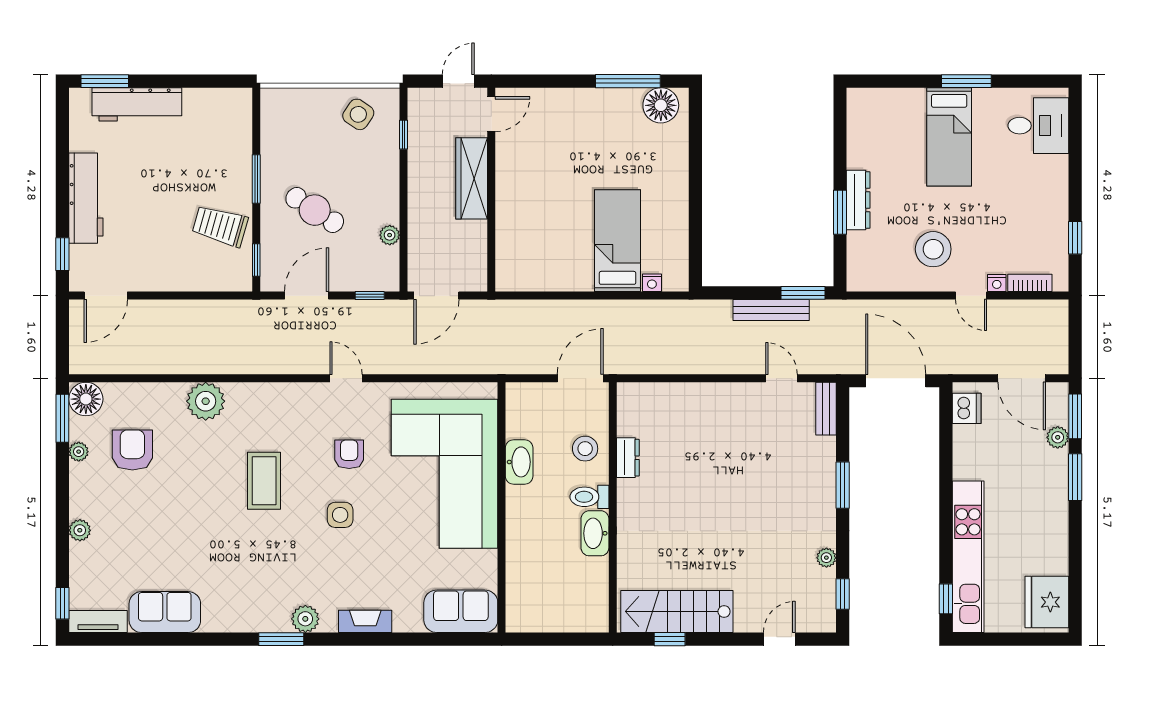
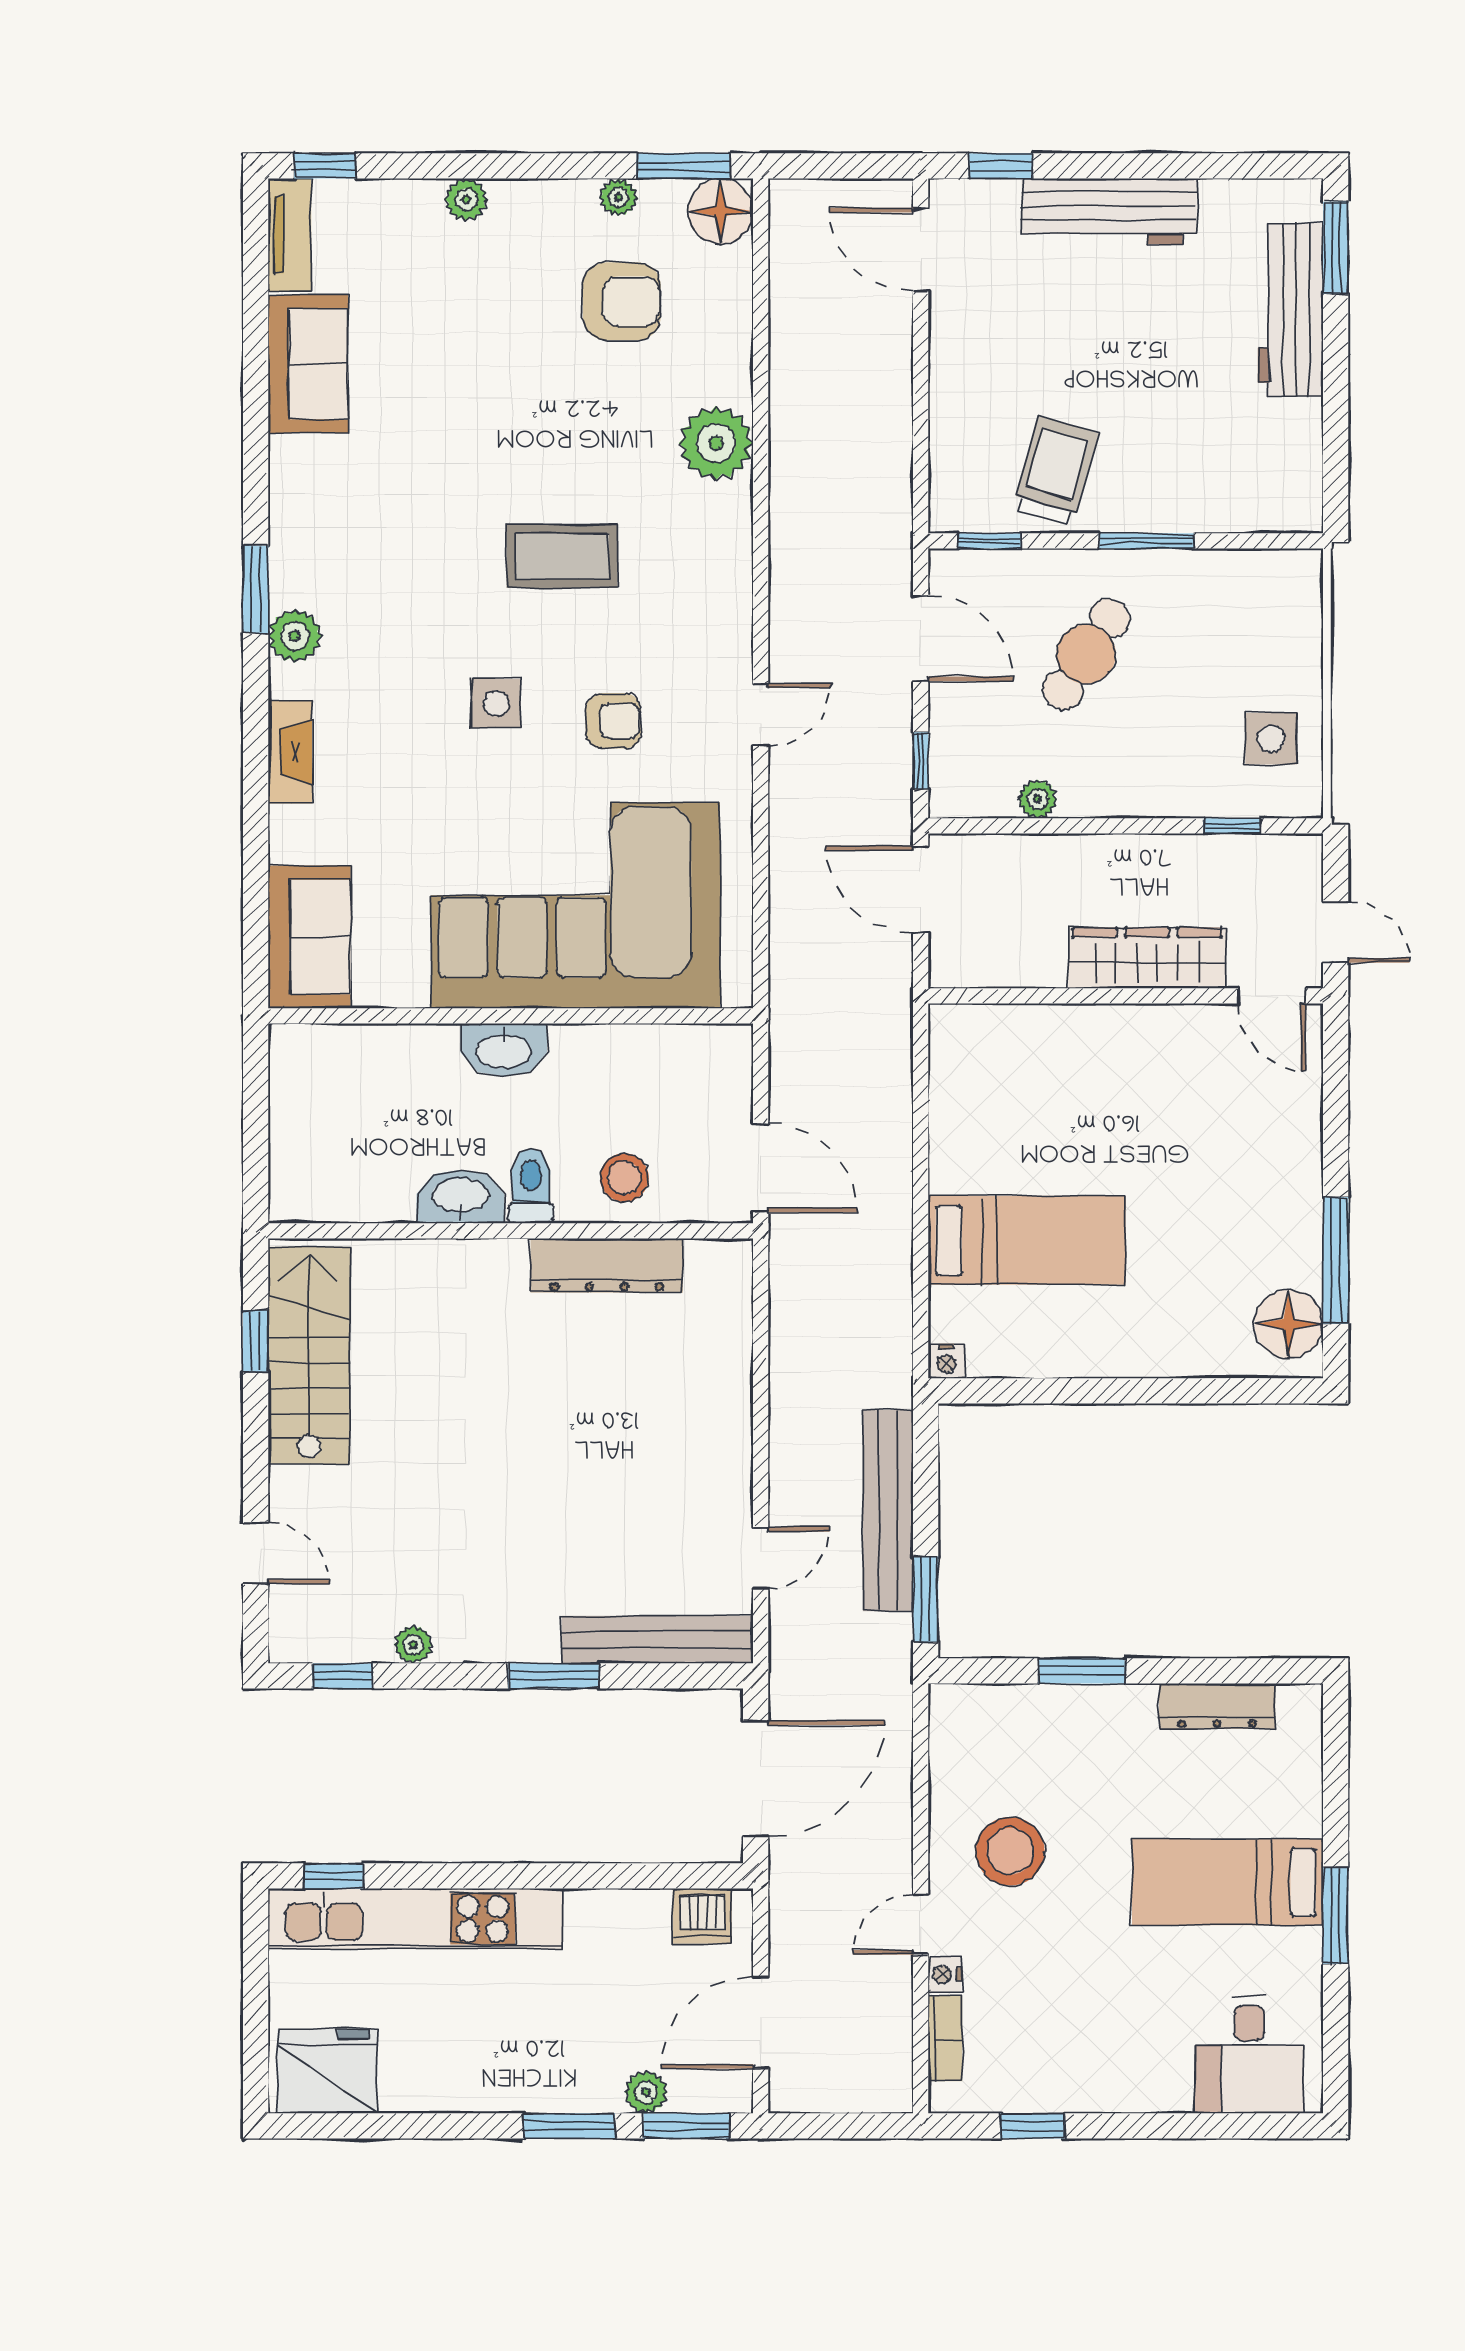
side table: (358, 114) -> (1271, 739), turned -34
dresser: (858, 200) -> (1217, 1706), moved
nightstand: (652, 283) -> (946, 1361), moved, turned -90
bench: (771, 310) -> (888, 1511), width x1.37, depth x1.21
bench: (826, 409) -> (657, 1640), width x1.86, depth x1.21
dresser: (628, 458) -> (607, 1266), width x1.96, depth x1.24
washbasin: (519, 462) -> (504, 1050), moved

